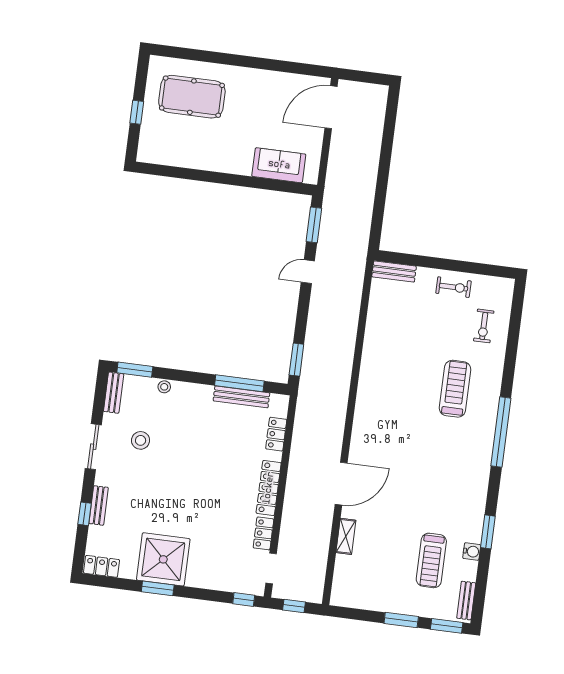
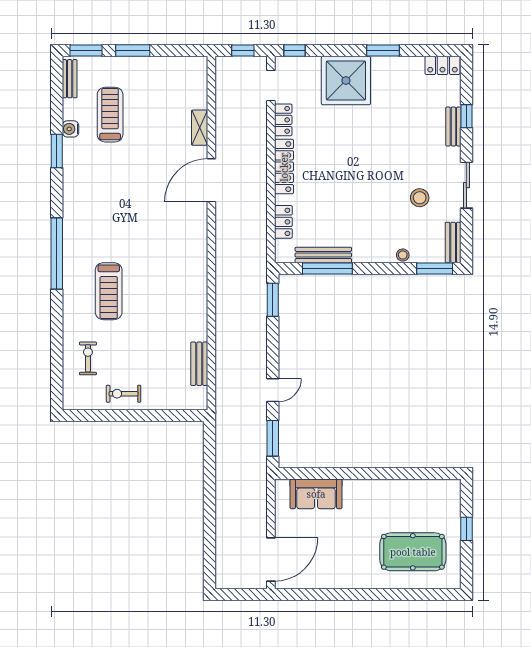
bench: (394, 271) -> (199, 364), moved, turned 90
shower: (163, 559) -> (346, 81), moved

